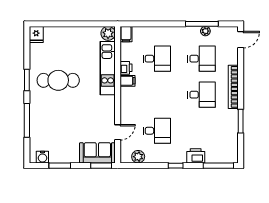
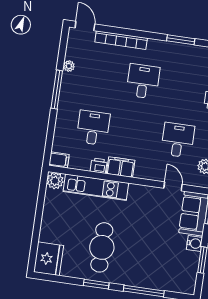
window: (202, 24) -> (57, 90), moved
fridge: (36, 34) -> (49, 259), width x1.88, depth x1.34
desk: (201, 59) -> (101, 75), removed
filing cabinet: (127, 81) -> (121, 167), width x2.00
bookcase: (233, 87) -> (121, 40), moved
water cooler: (42, 157) -> (194, 243), moved

